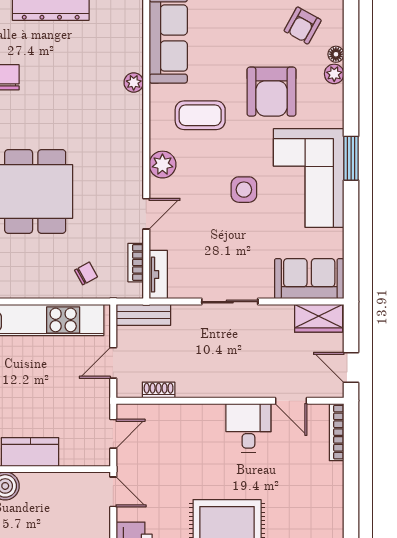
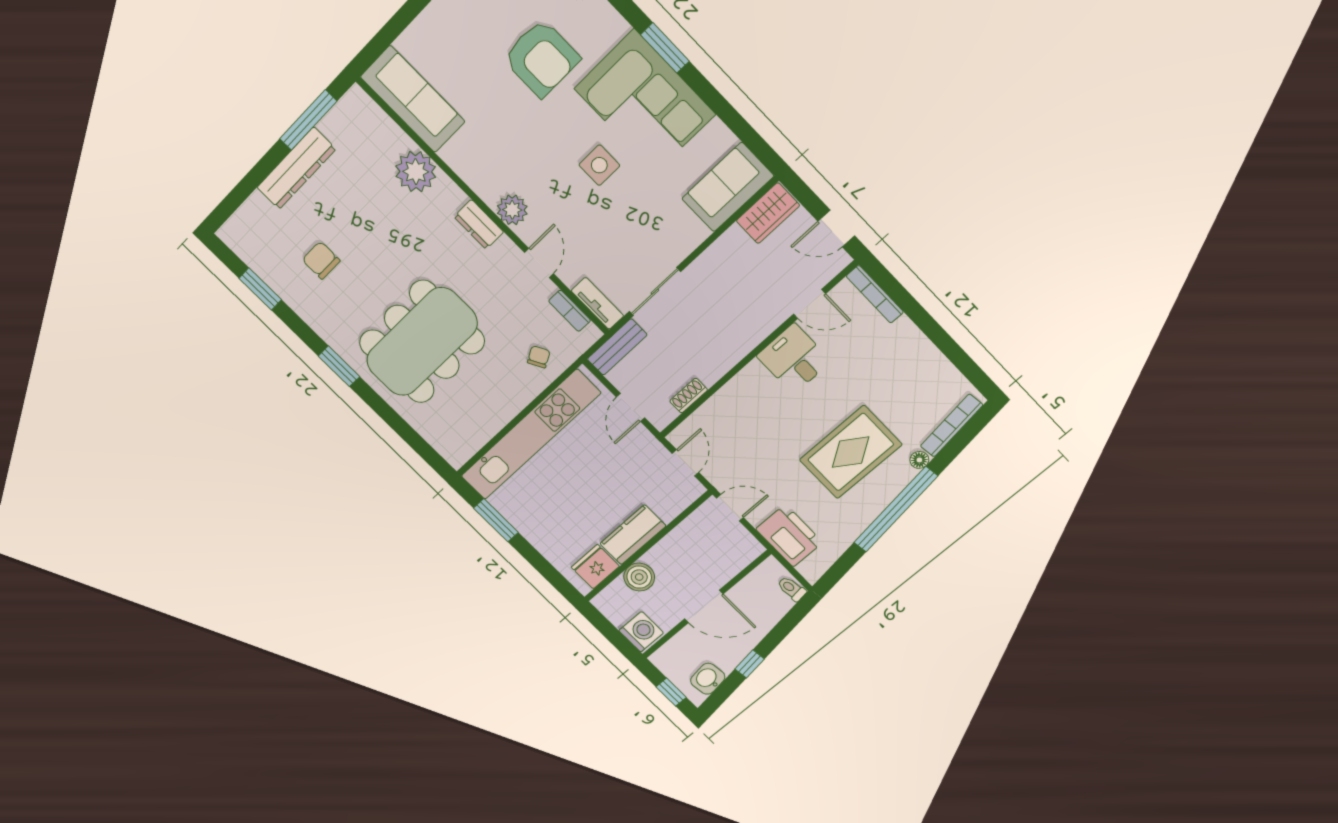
plant: (134, 83) -> (416, 172), width x1.87, depth x1.87
coffee table: (200, 115) -> (502, 138), removed
dresser: (132, 153) -> (479, 224), added
sliding door: (230, 302) -> (655, 292), moved

